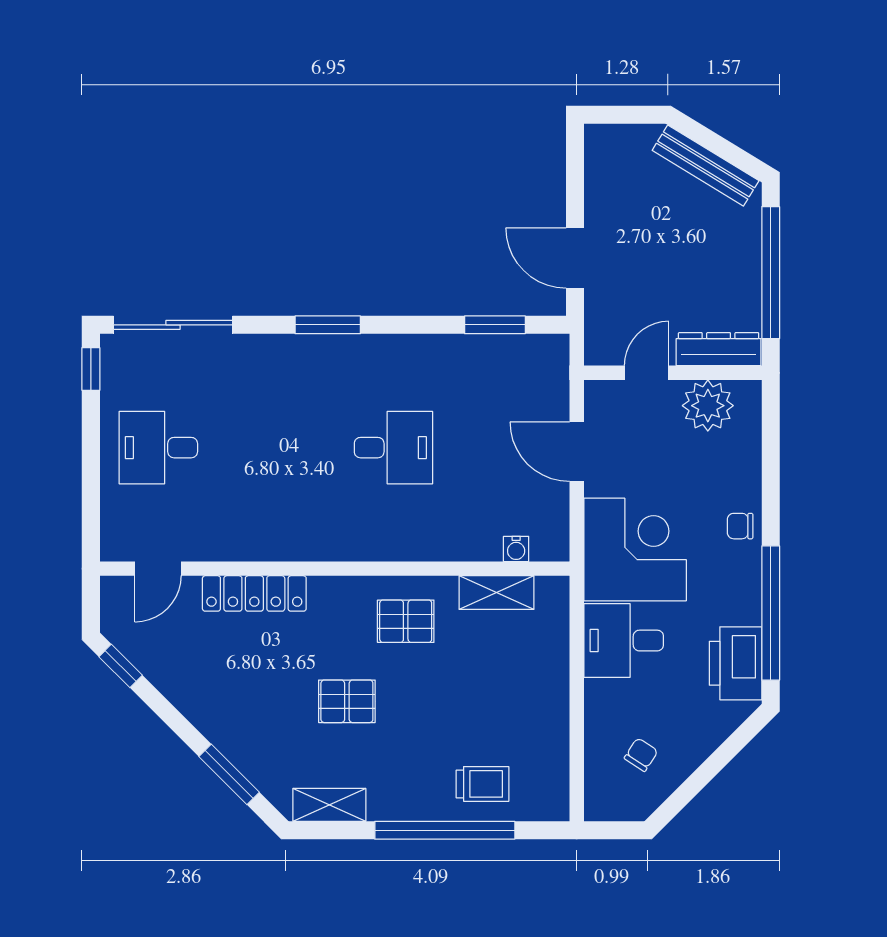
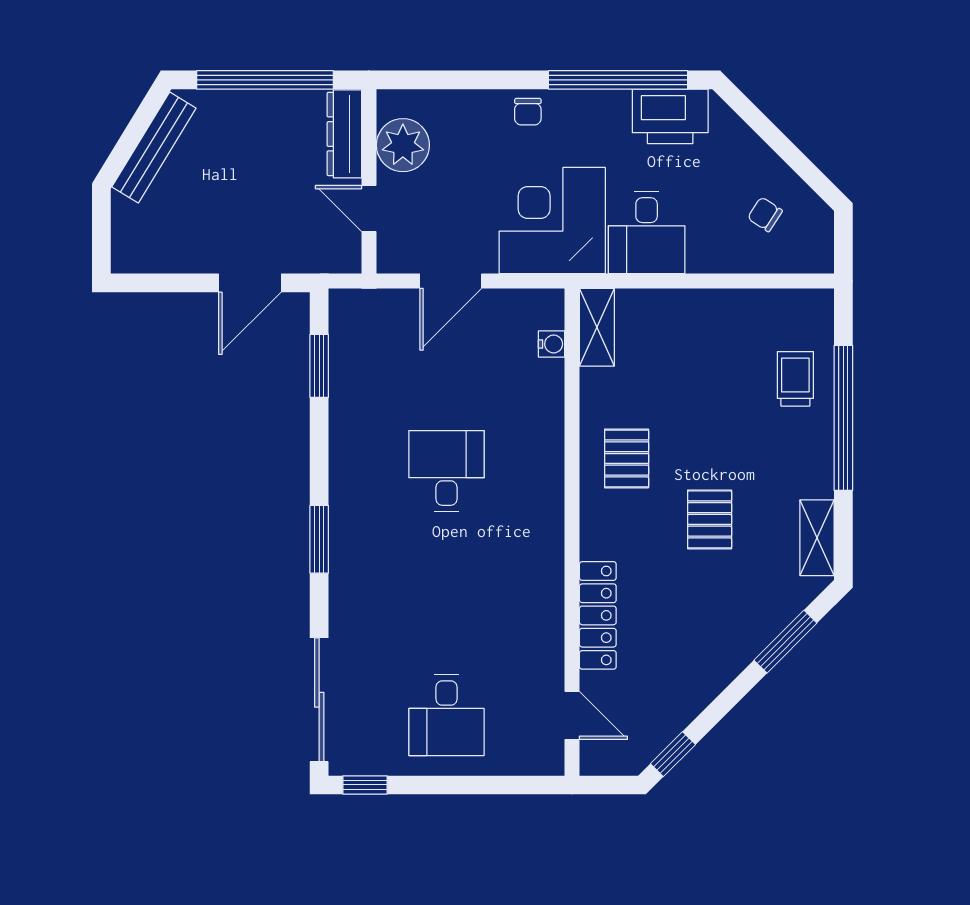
shelving: (497, 593) -> (597, 327), moved

